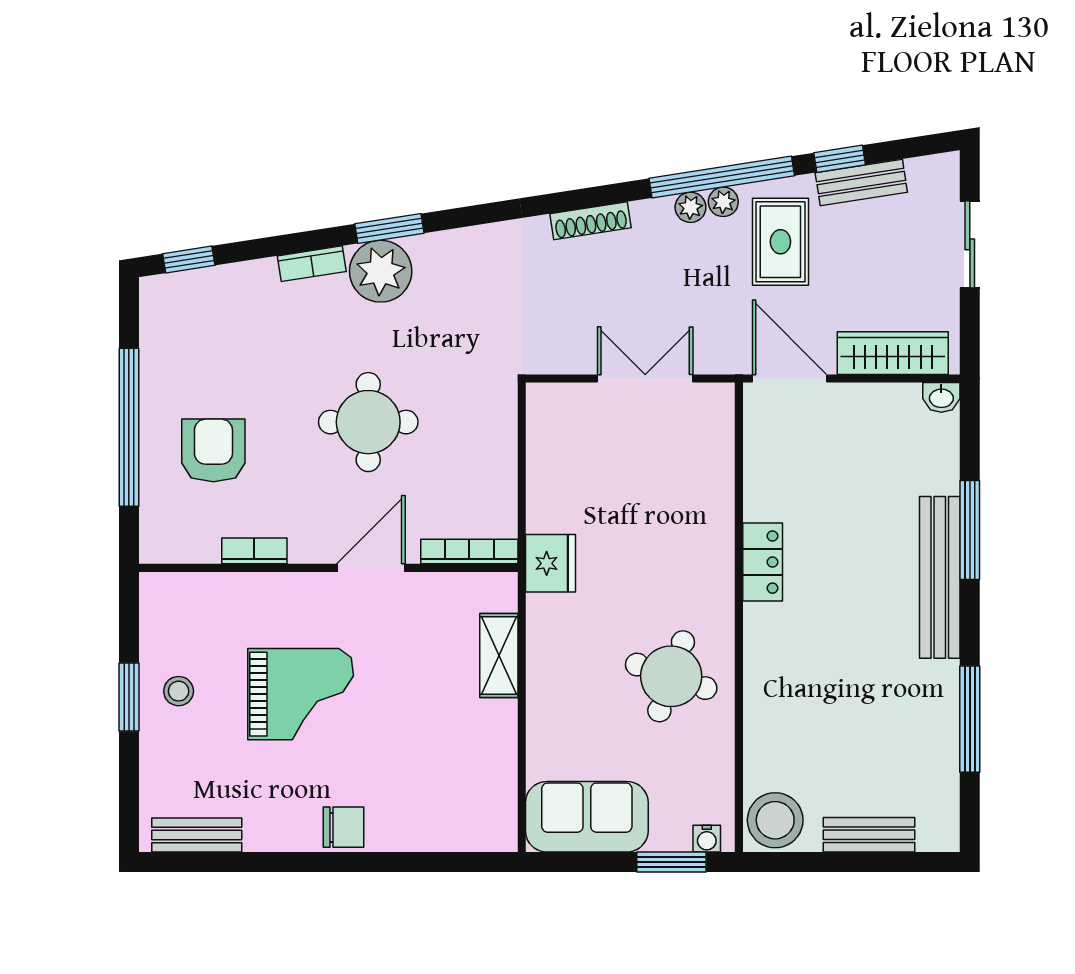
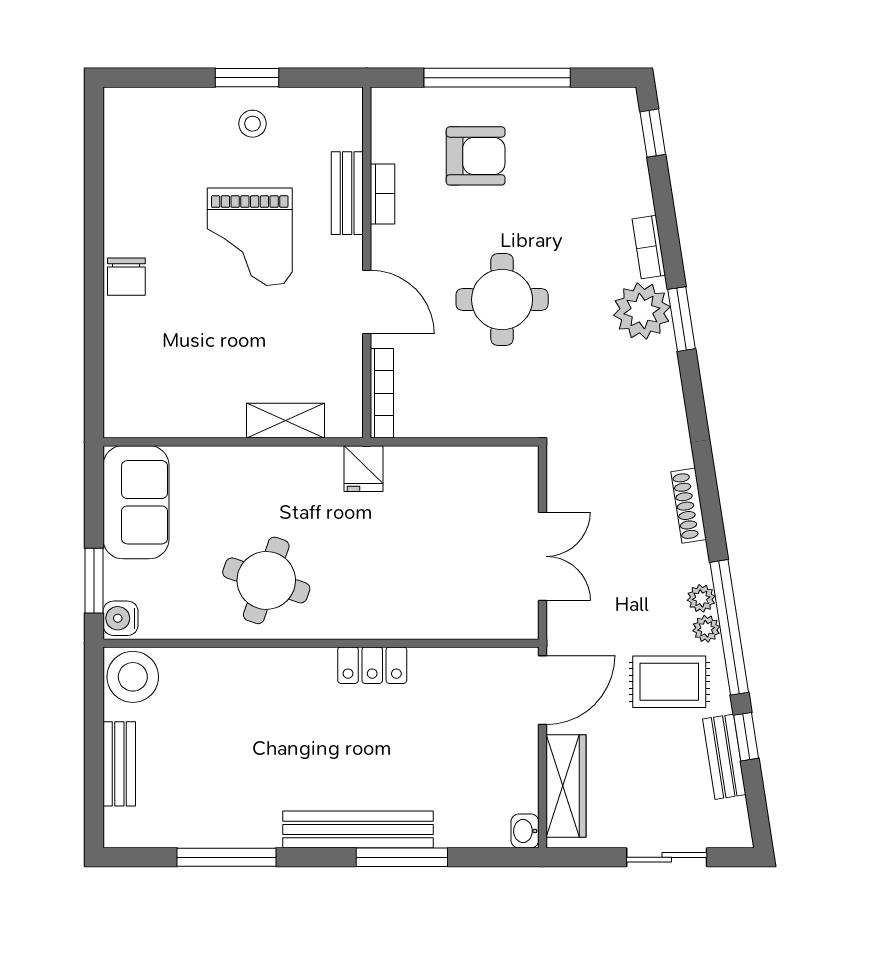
fridge: (551, 563) -> (364, 469), width x0.72
bench: (197, 835) -> (347, 193), moved
water cooler: (707, 839) -> (121, 618), width x1.38, depth x1.38

